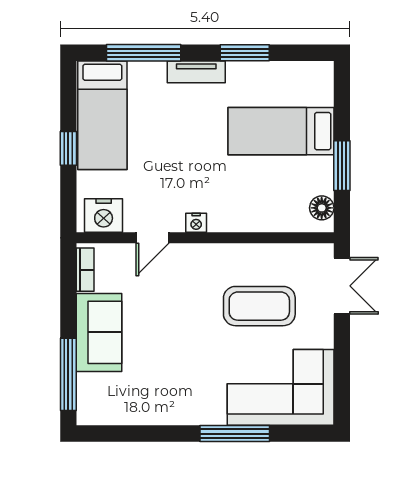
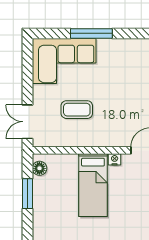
bed: (281, 131) -> (93, 185), moved, turned 90
coffee table: (259, 306) -> (77, 110), width x0.73, depth x0.76

